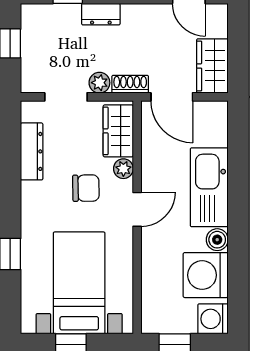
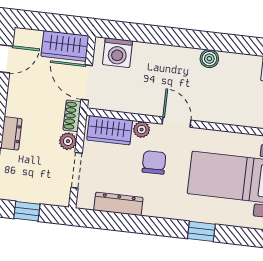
door: (172, 97) -> (87, 83), swing flipped
kitchen sink: (209, 187) -> (165, 60), removed
washing machine: (206, 275) -> (118, 53), moved, width x0.73, depth x0.73

